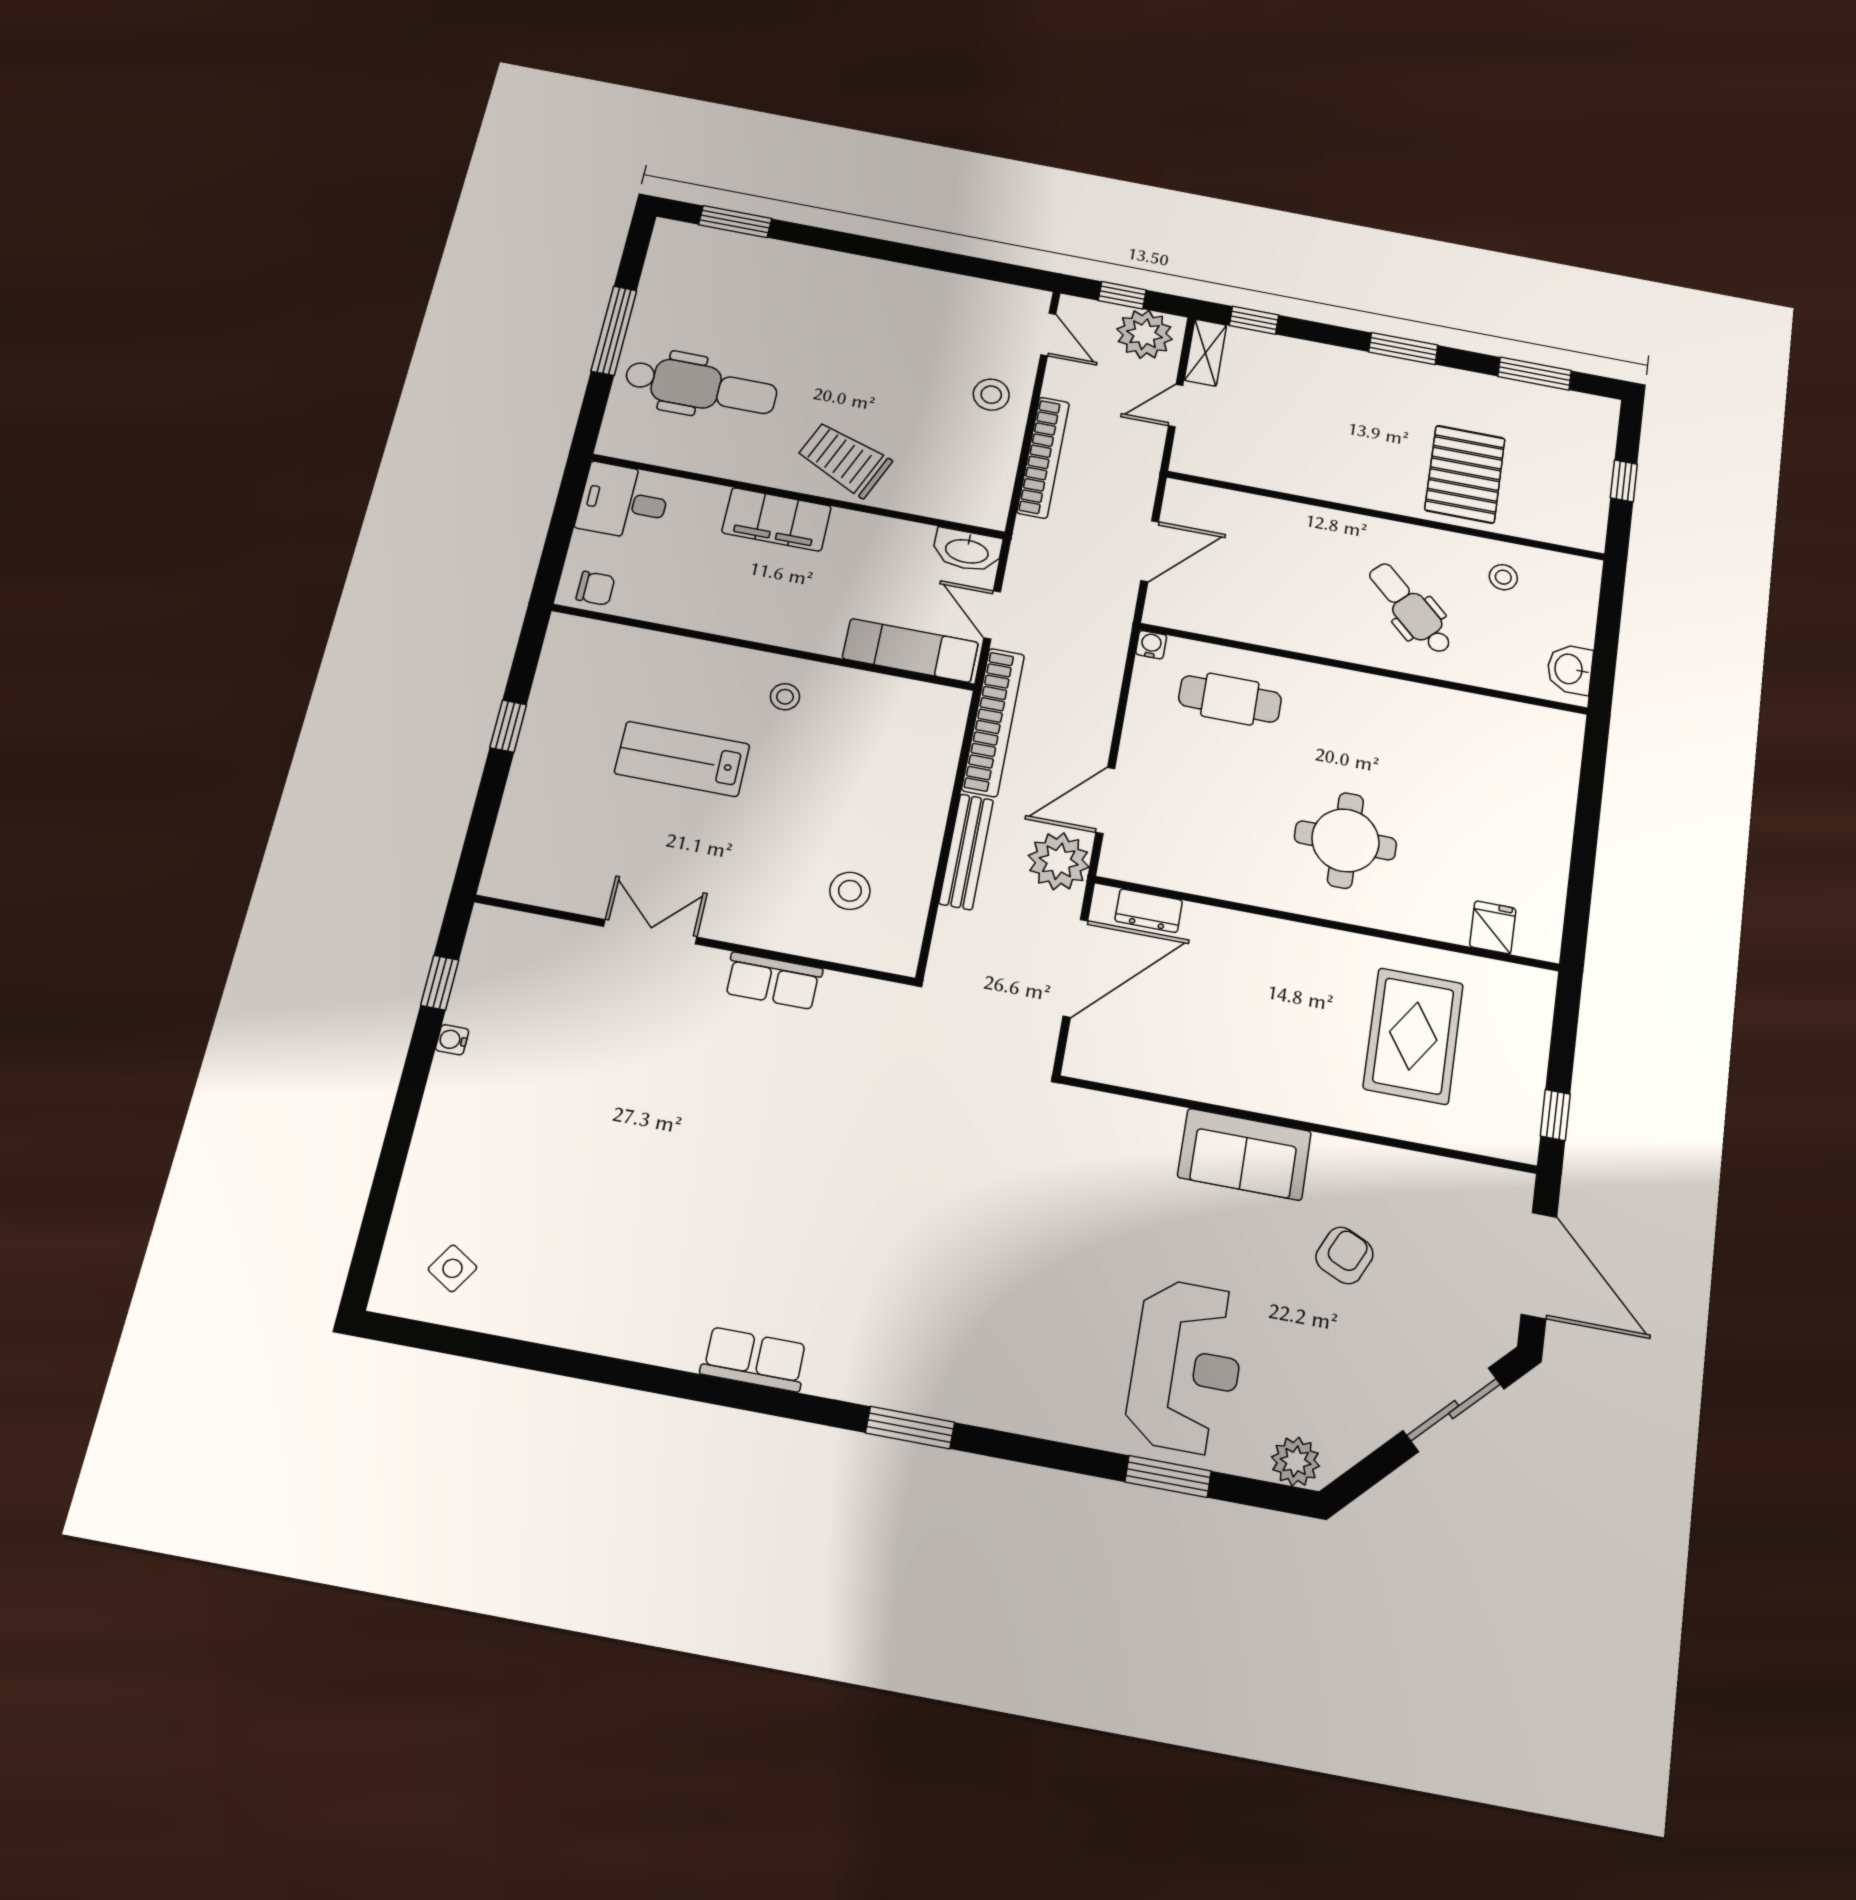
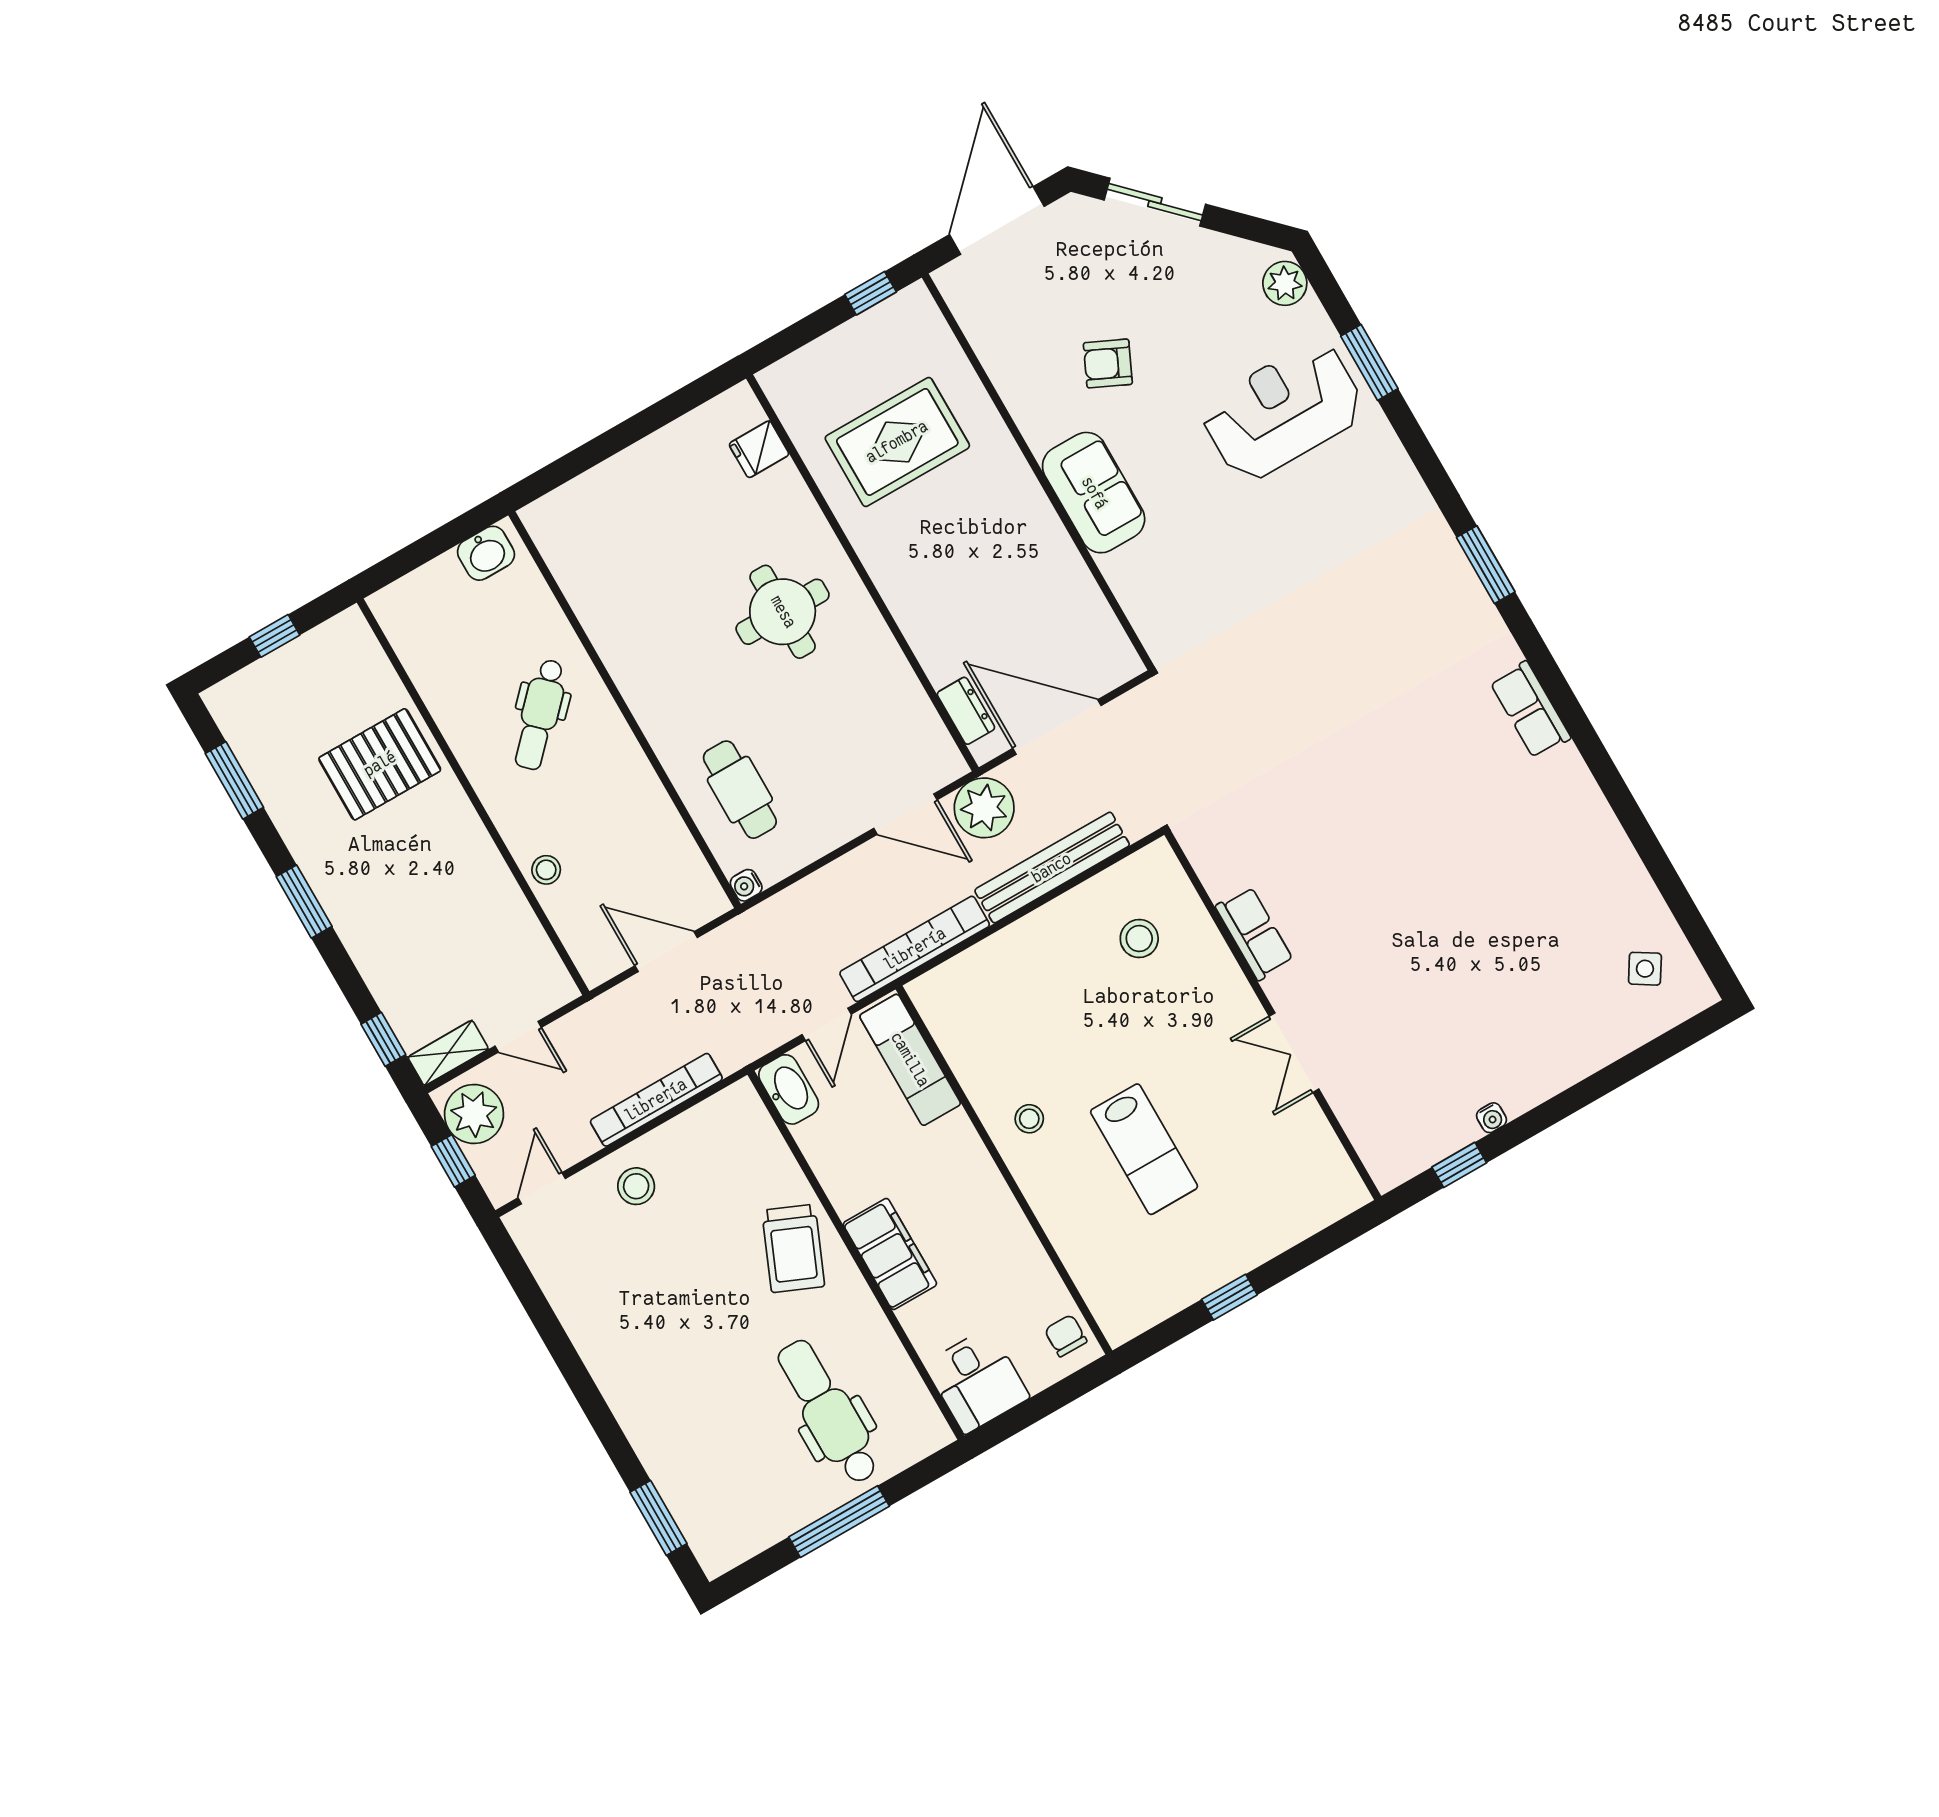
stool: (1503, 577) -> (546, 870), moved
bench: (966, 852) -> (1052, 868), width x1.37, depth x1.21

